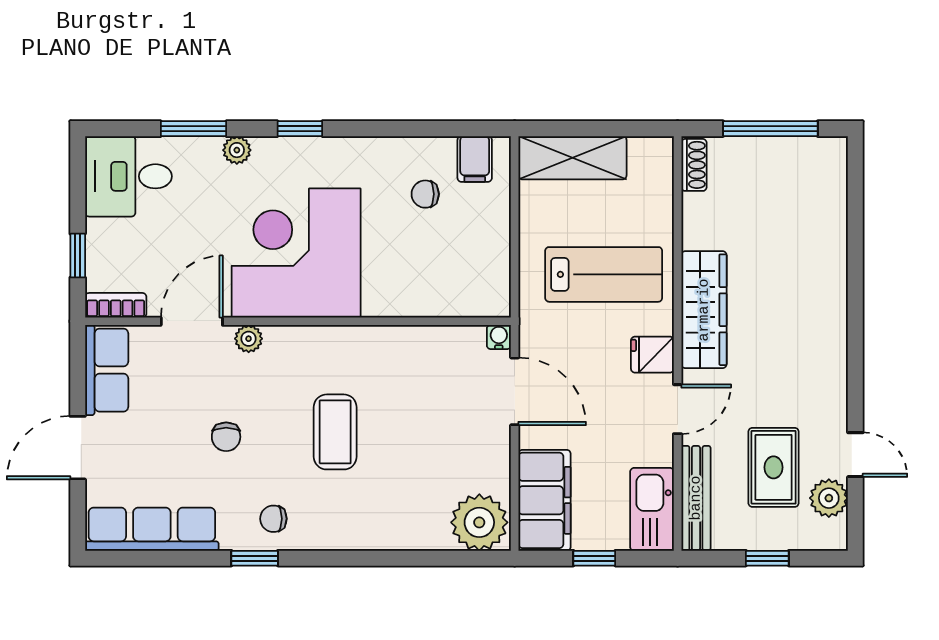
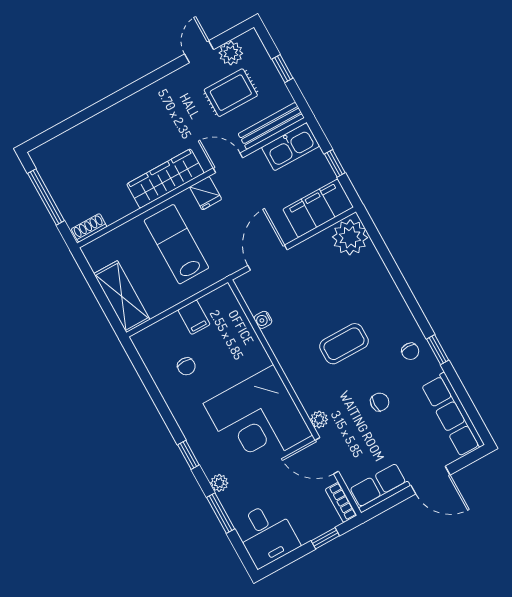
filing cabinet: (475, 159) -> (194, 317), moved, turned 90
water cooler: (499, 337) -> (263, 320), moved

